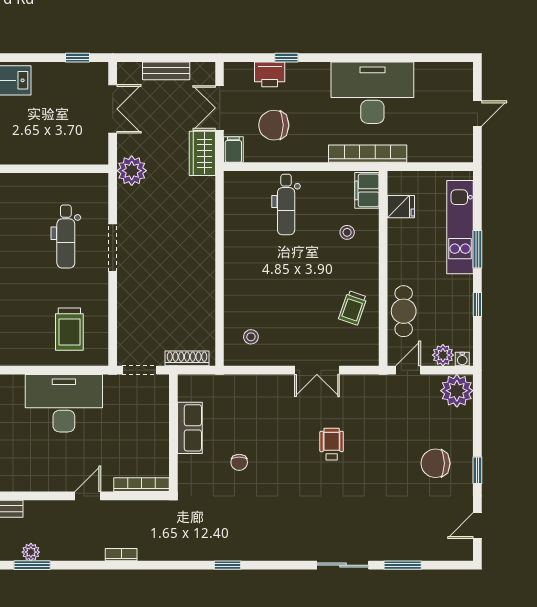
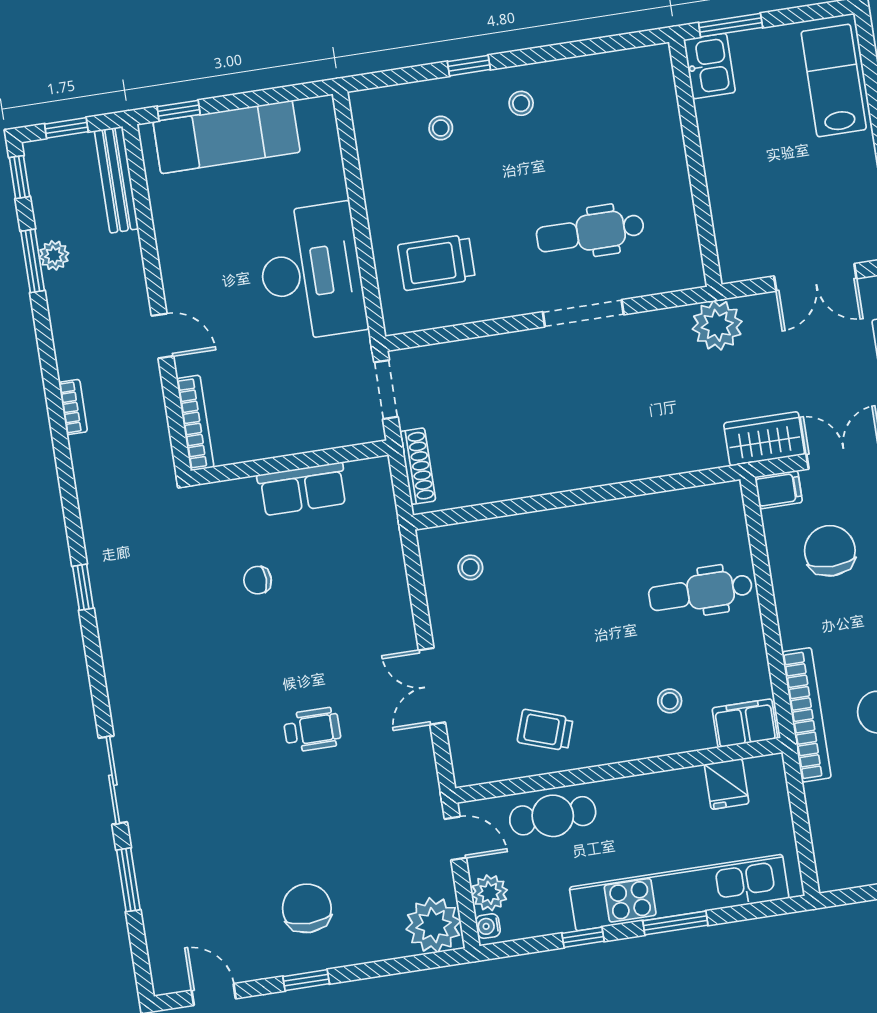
kitchen unit: (460, 227) -> (679, 893), width x1.36

